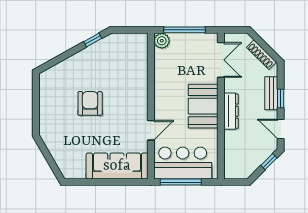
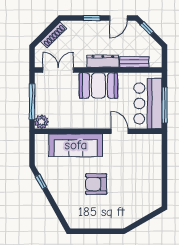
bench: (271, 93) -> (134, 62), moved
sofa: (117, 166) -> (76, 145), moved, turned -90

